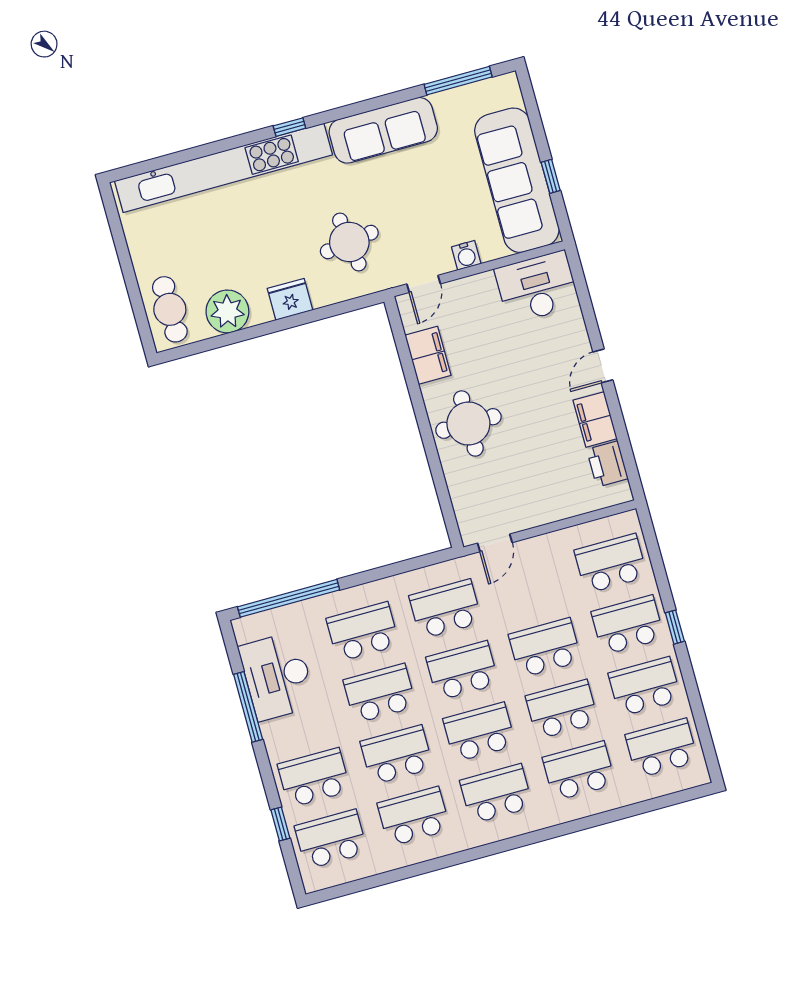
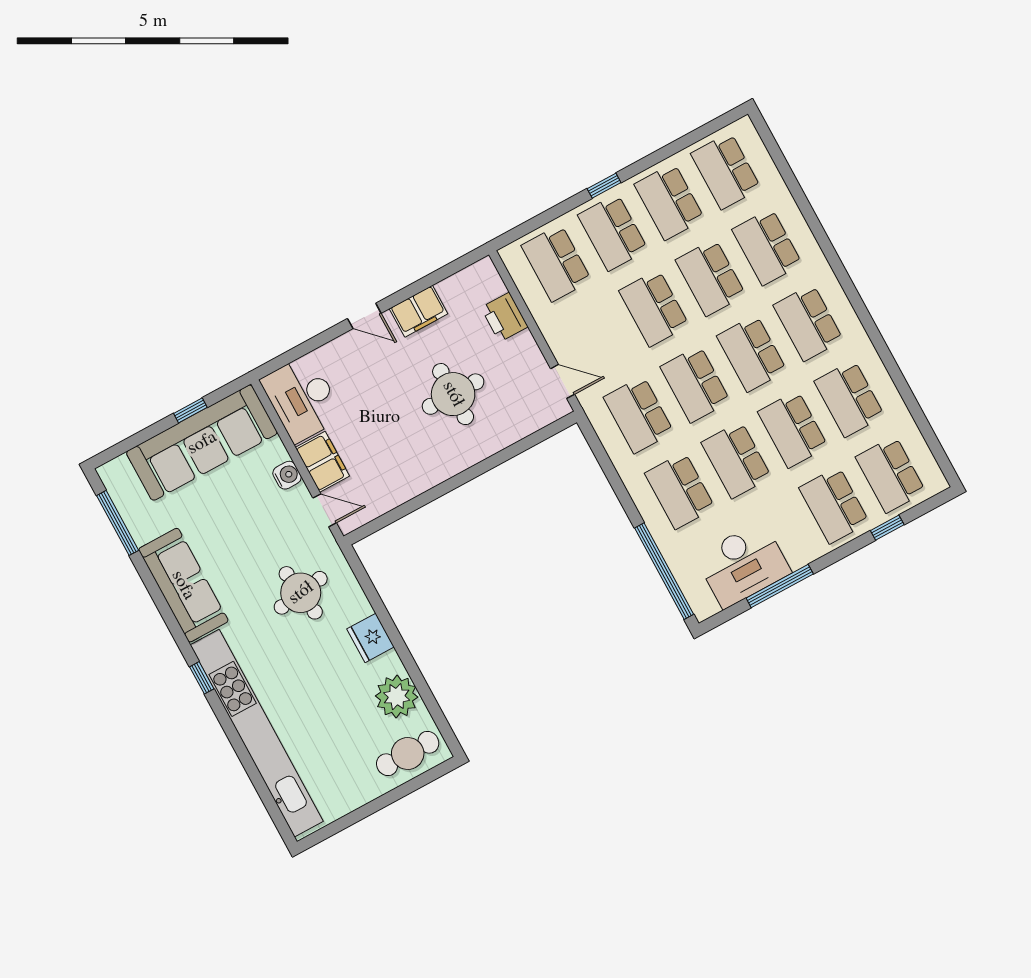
filing cabinet: (428, 355) -> (322, 462), moved, turned 90
round table: (468, 423) -> (453, 394), moved
printer: (607, 464) -> (504, 317), moved, turned 90

